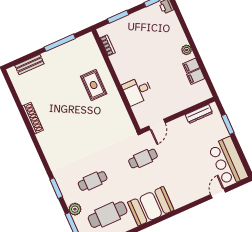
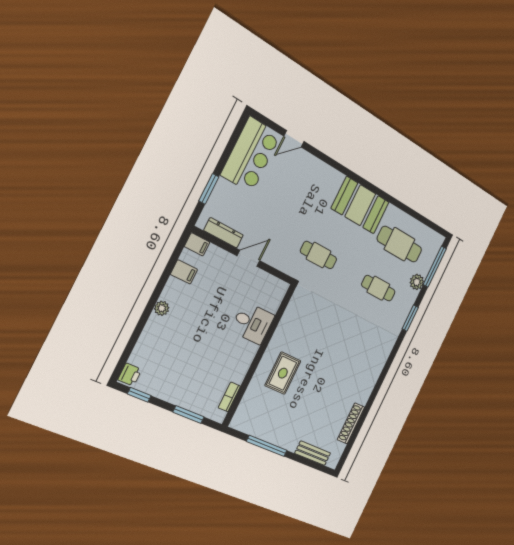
filing cabinet: (191, 66) -> (197, 244), moved
shoe rack: (33, 118) -> (351, 423), moved
door: (157, 124) -> (248, 258), moved

